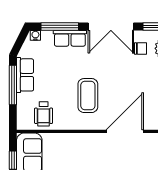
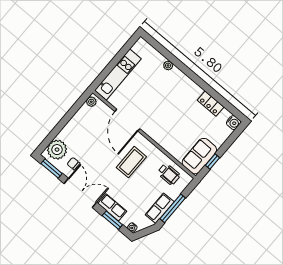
window: (60, 27) -> (112, 220), width x0.69
wheelchair: (44, 114) -> (169, 174), turned 90
door: (125, 131) -> (127, 120), hinge flipped

